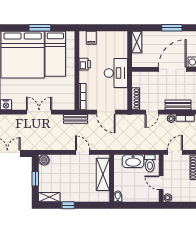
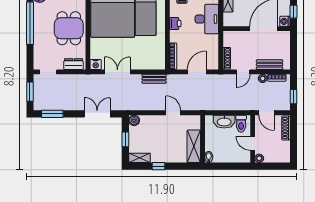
desk: (116, 73) -> (207, 19), moved
double door: (39, 112) -> (117, 72), moved
door: (106, 112) -> (197, 72), swing flipped
bench: (76, 119) -> (154, 79), moved
door: (175, 152) -> (266, 113), swing flipped
shelving: (103, 174) -> (194, 146), moved

